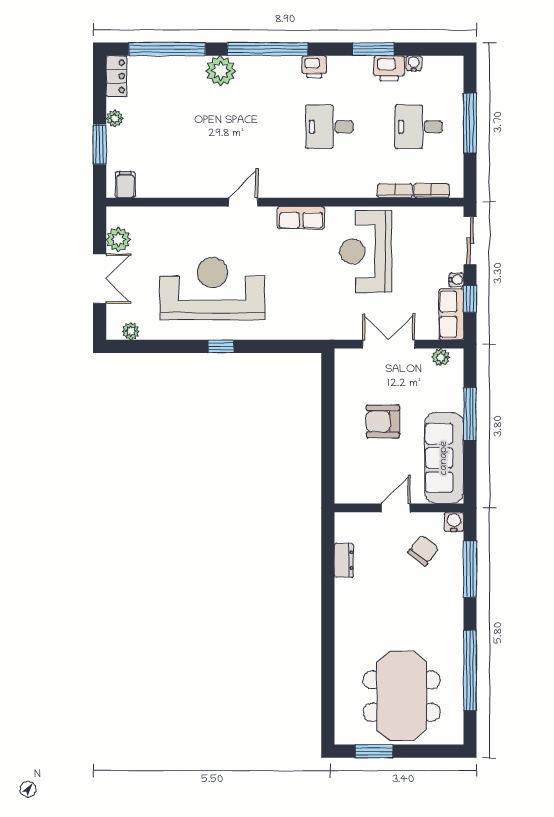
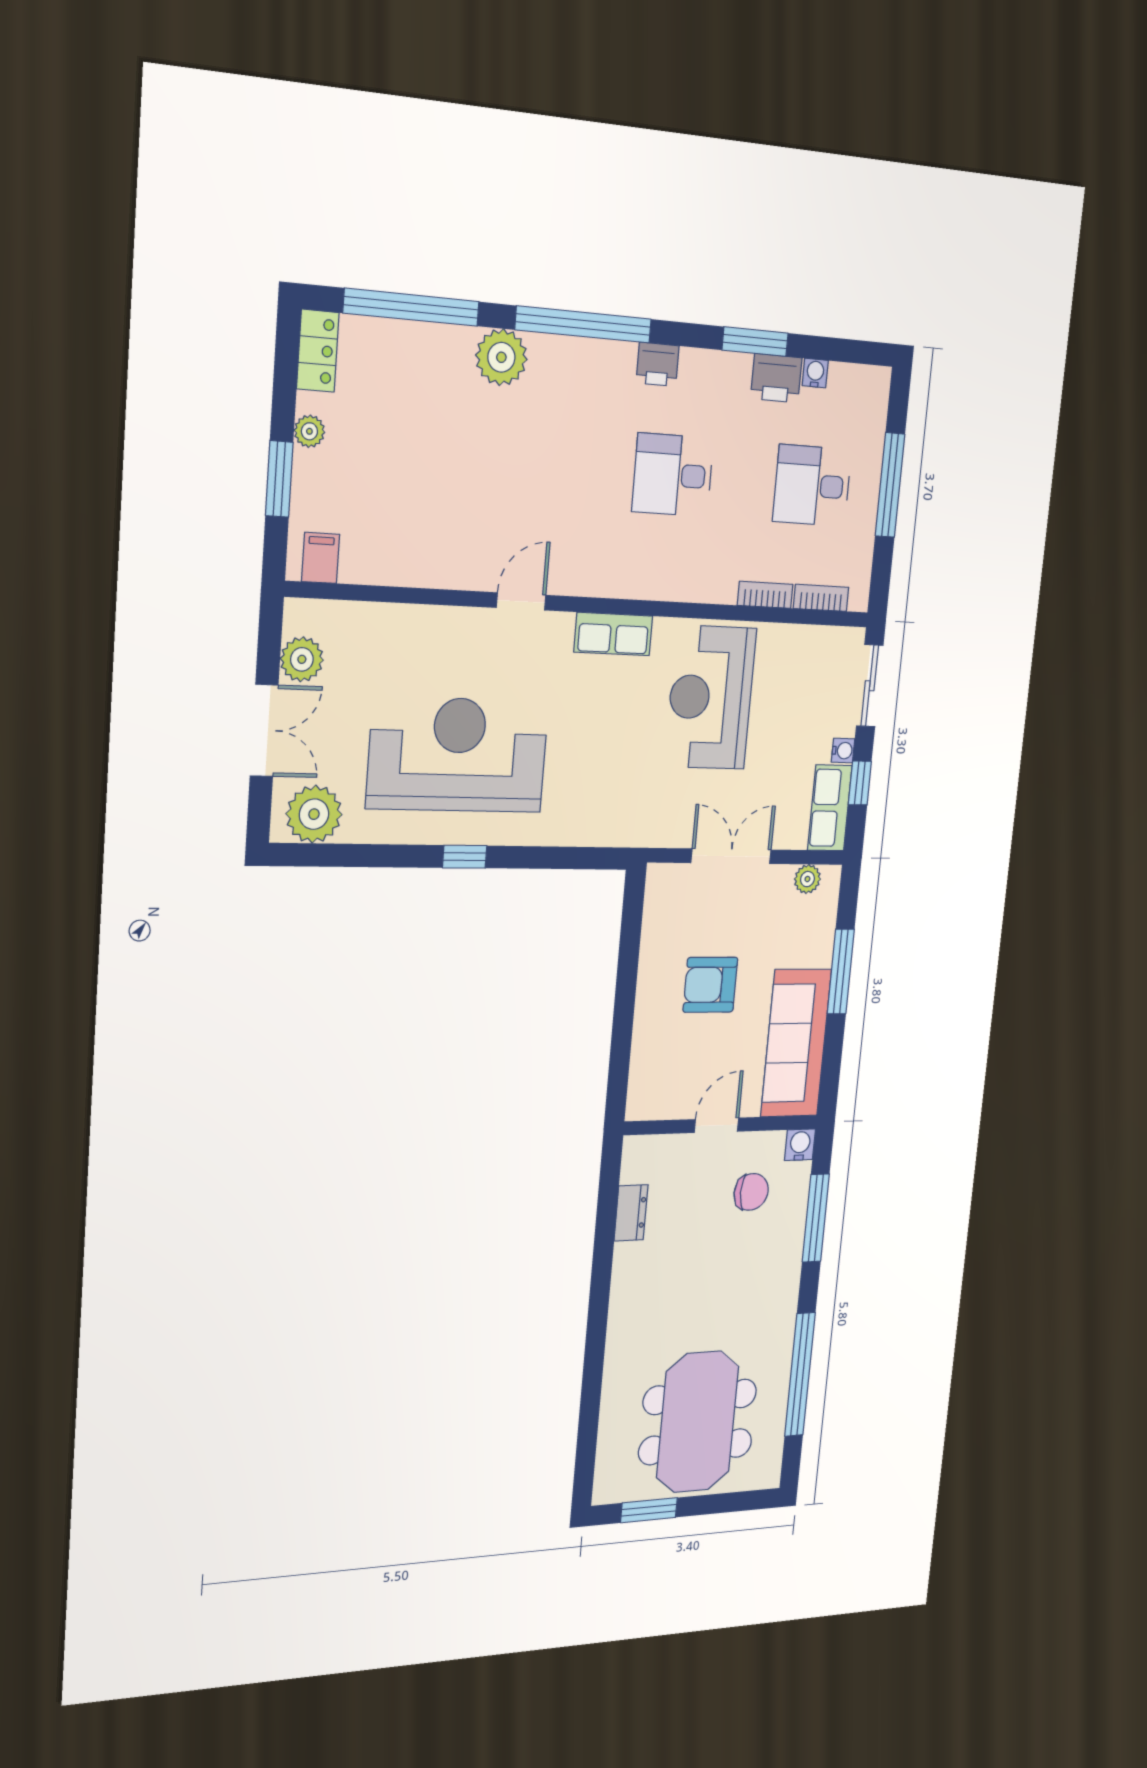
plant: (131, 331) -> (314, 814), width x1.87, depth x1.87
chair: (423, 550) -> (751, 1192), turned 52

